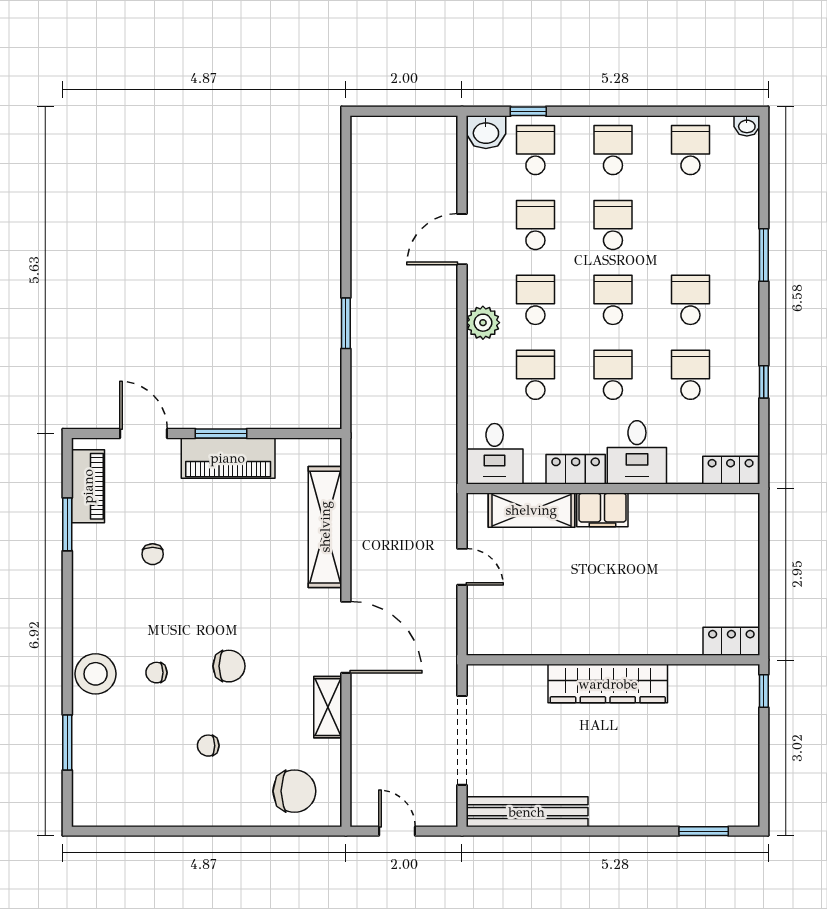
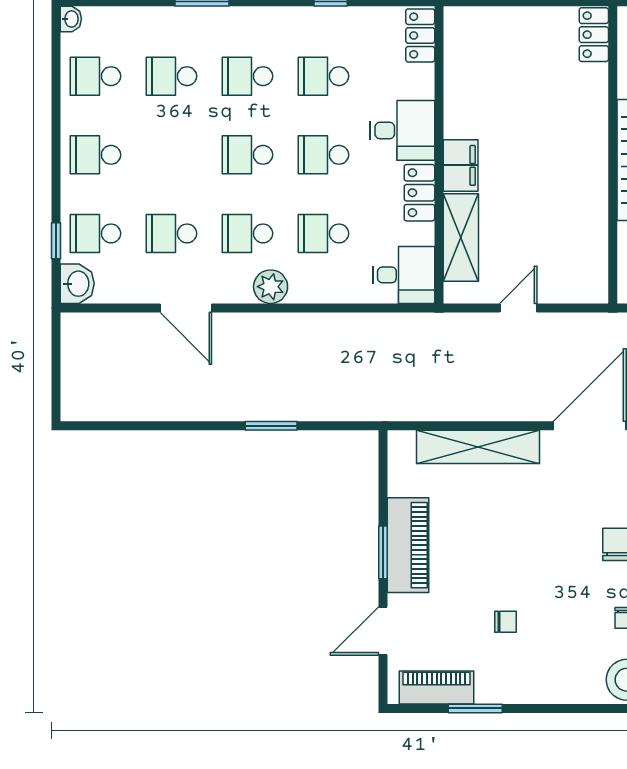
school desk: (613, 225) -> (171, 76), moved

